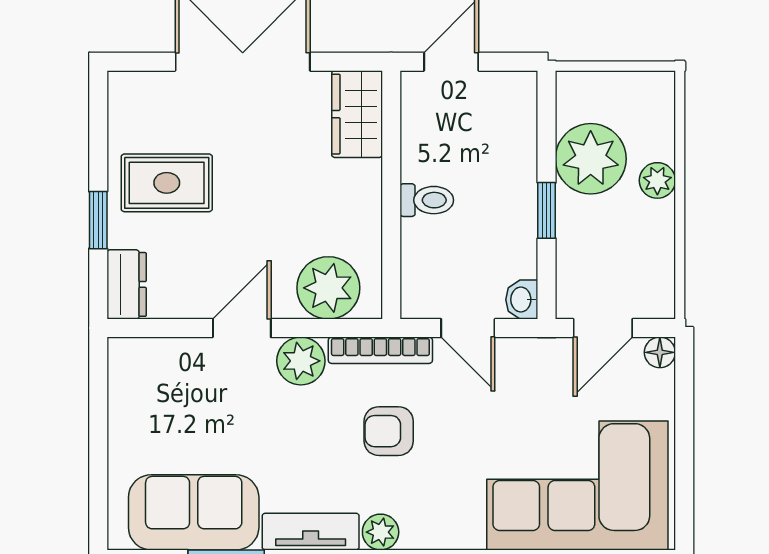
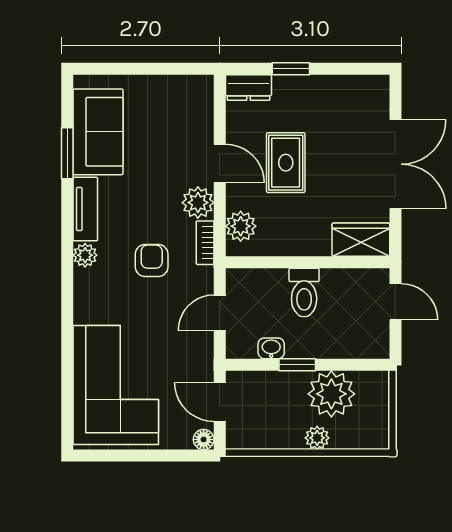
rug: (167, 183) -> (286, 163), moved
toilet: (427, 200) -> (304, 292), width x1.37, depth x1.39
plant: (328, 288) -> (241, 226), width x0.73, depth x0.73
washbasin: (522, 300) -> (271, 348), moved
bookcase: (380, 350) -> (205, 243), width x0.64

